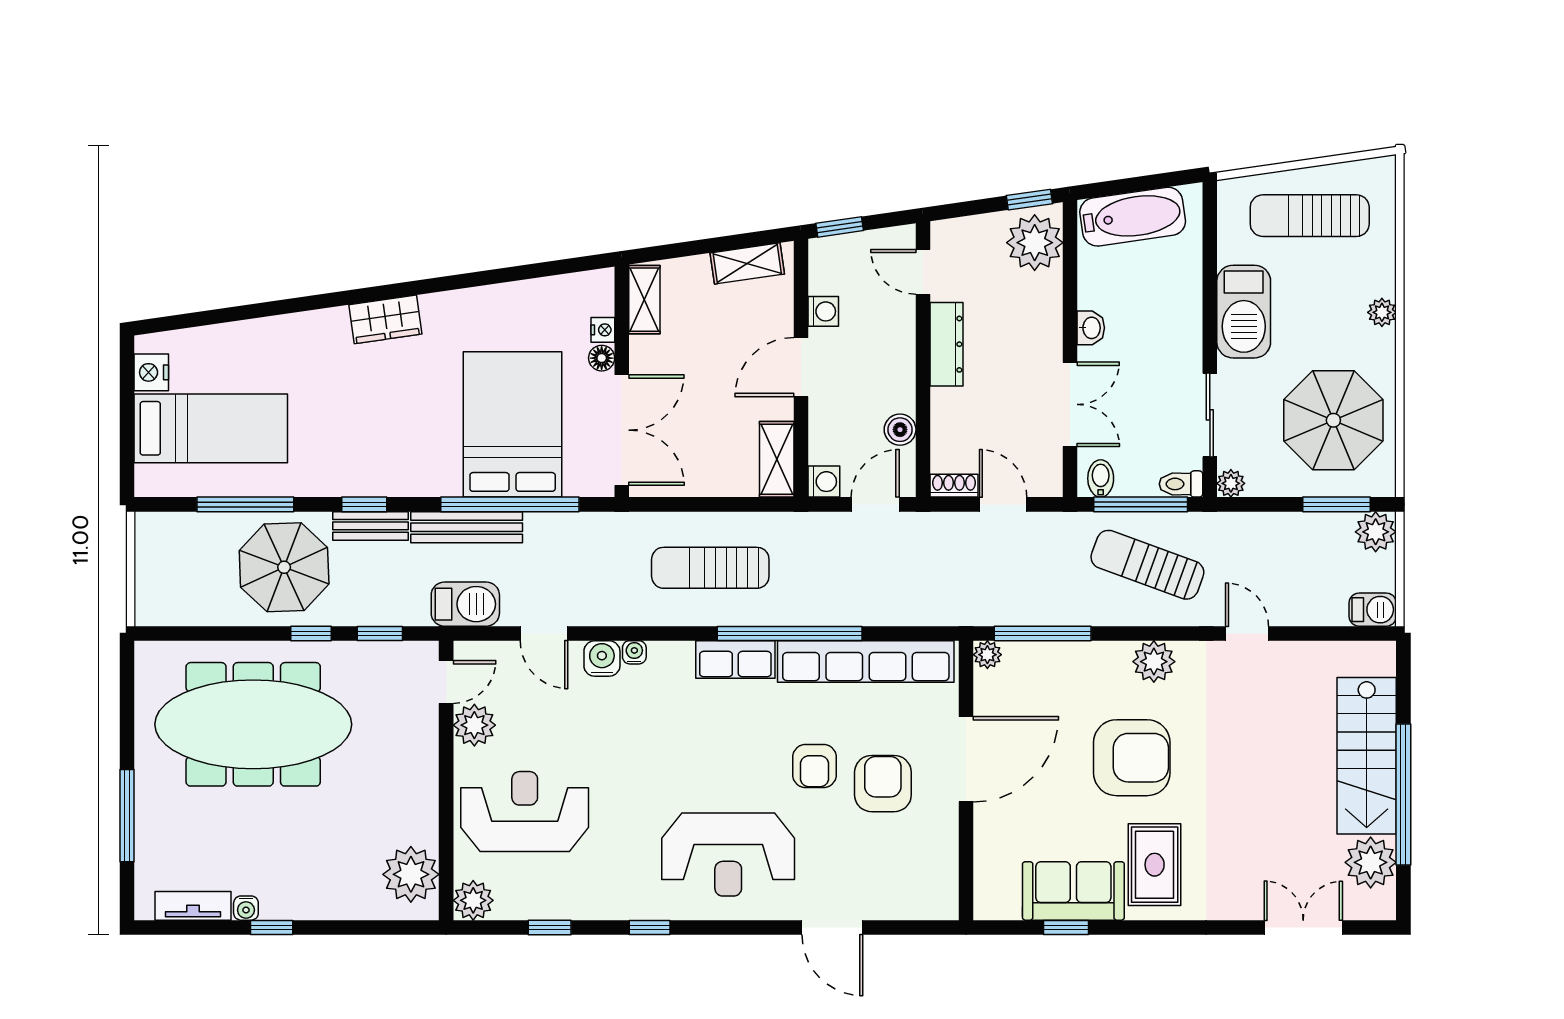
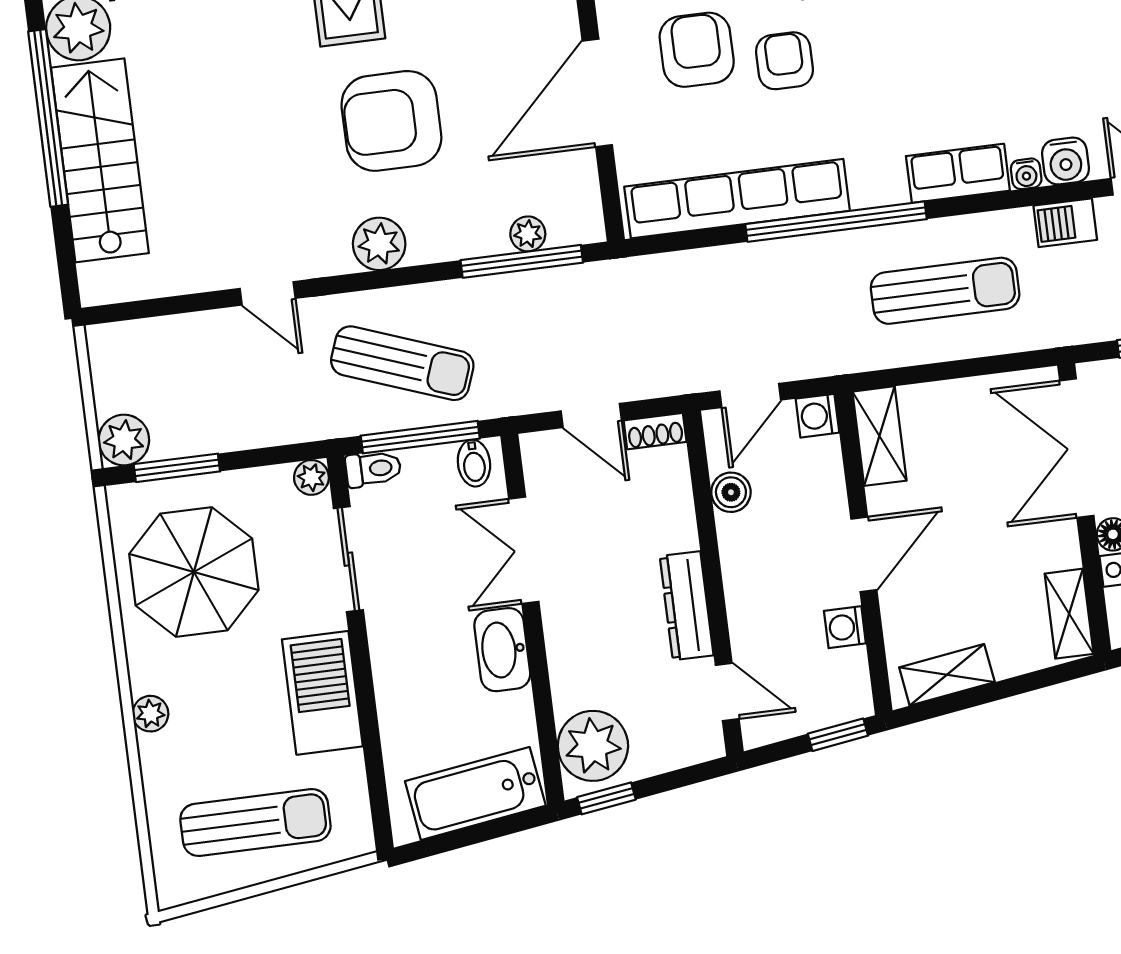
washbasin: (1091, 328) -> (502, 650), width x1.91, depth x1.45
barbecue: (1373, 610) -> (1065, 223), moved
plant: (987, 655) -> (528, 234), moved
row of seats: (735, 660) -> (958, 173), moved
armchair: (883, 784) -> (697, 50), turned 180

